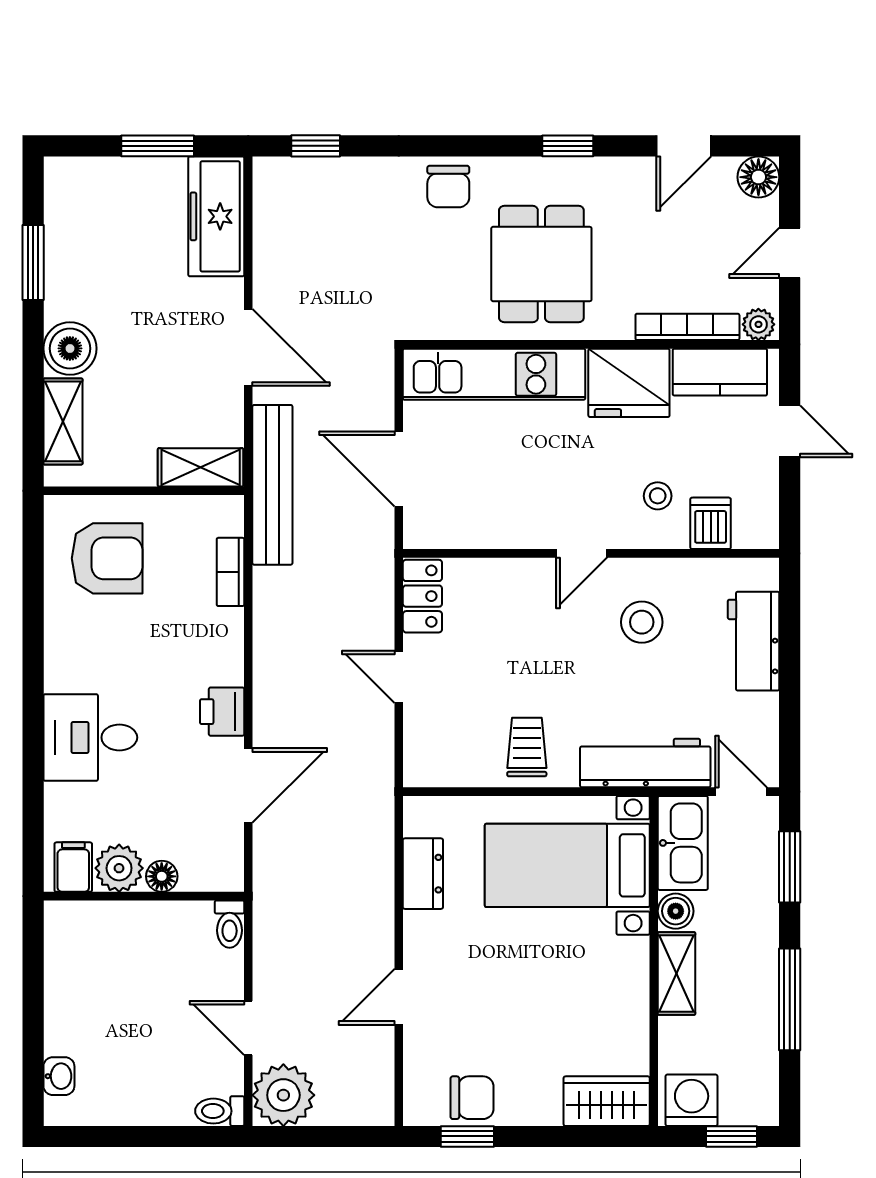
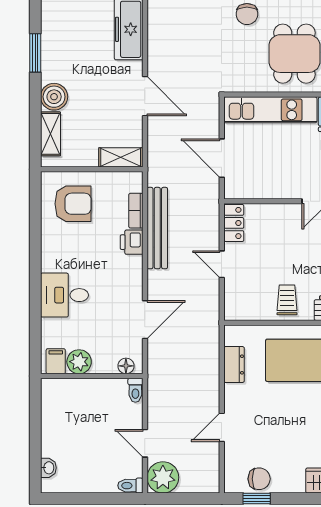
bench: (272, 485) -> (157, 228), moved
printer: (222, 712) -> (132, 242), moved
floor lamp: (162, 876) -> (126, 366), moved

